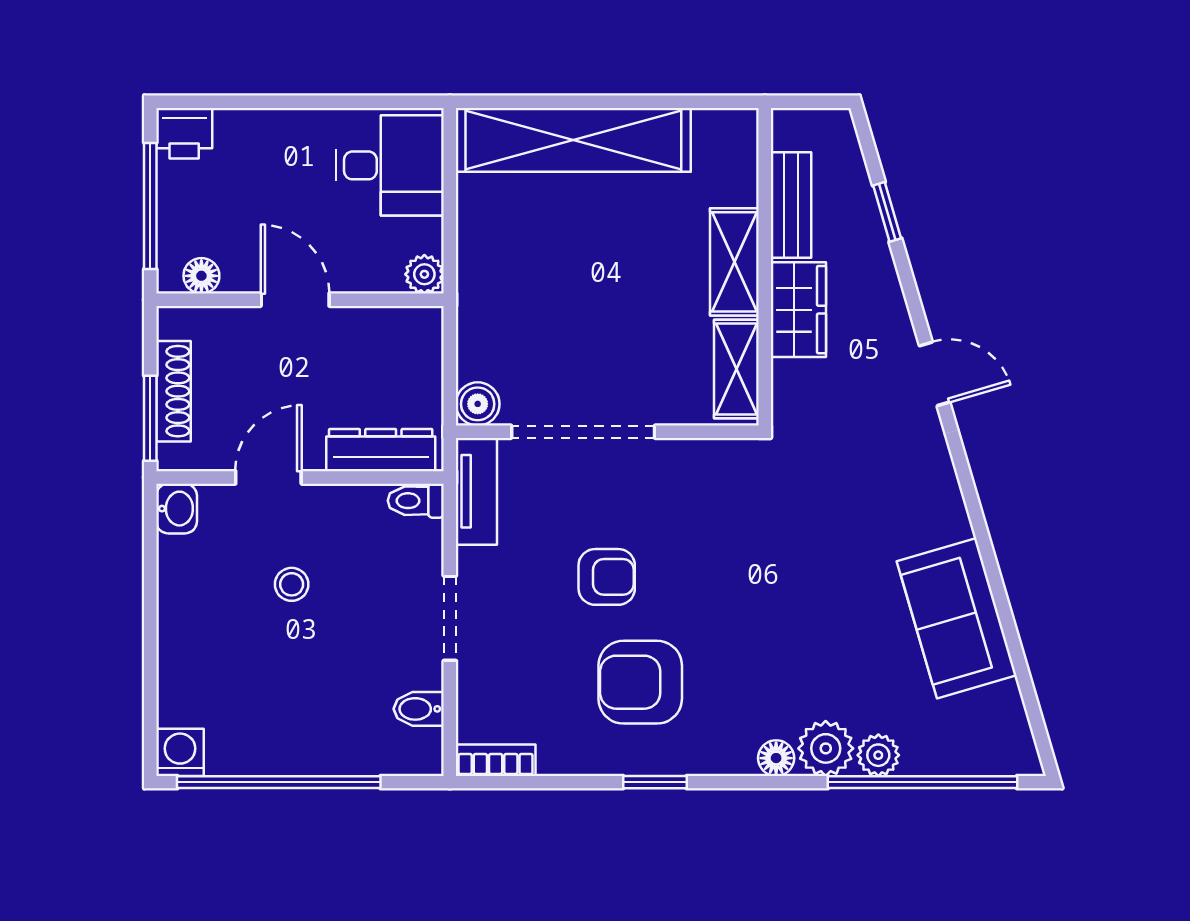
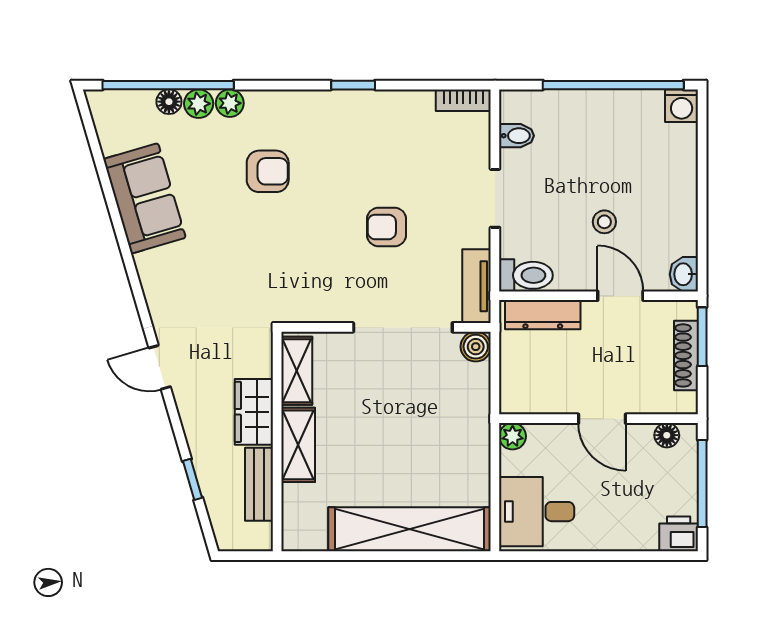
door: (268, 477) -> (620, 296), swing flipped
toilet: (416, 501) -> (526, 275), width x1.37, depth x1.39
armchair: (640, 682) -> (268, 171), moved, width x0.72, depth x0.72
plant: (826, 748) -> (230, 103), width x0.73, depth x0.73
floor lamp: (776, 758) -> (169, 102), moved

